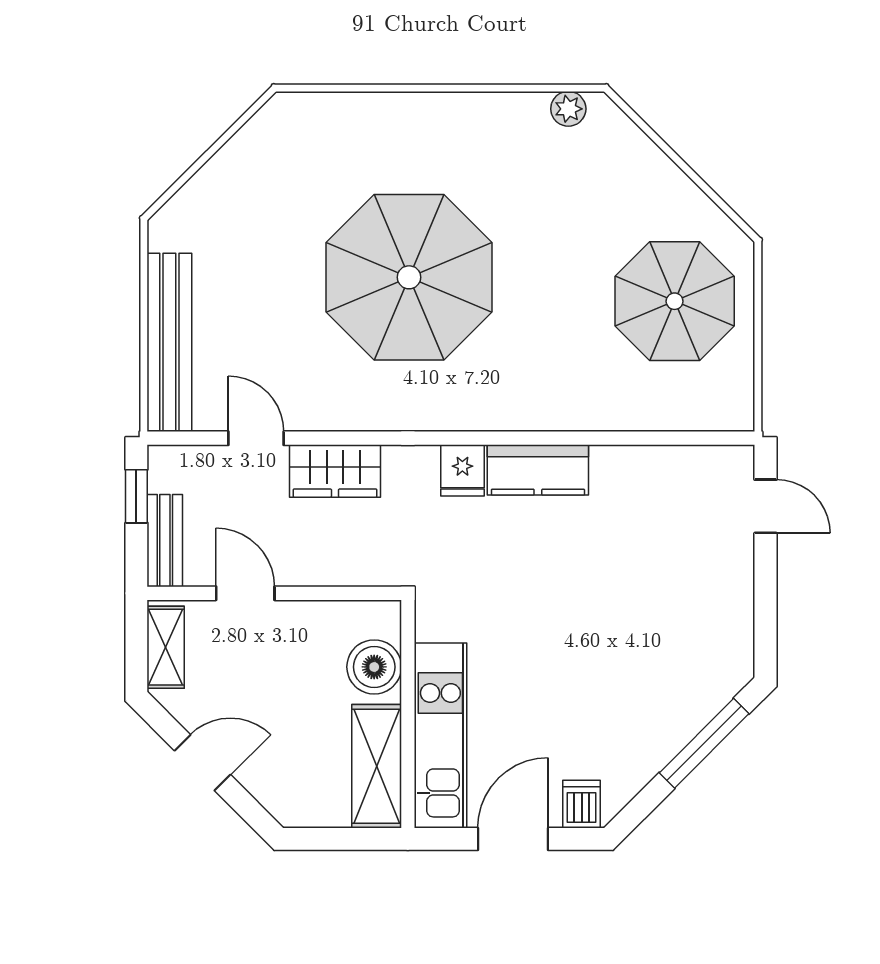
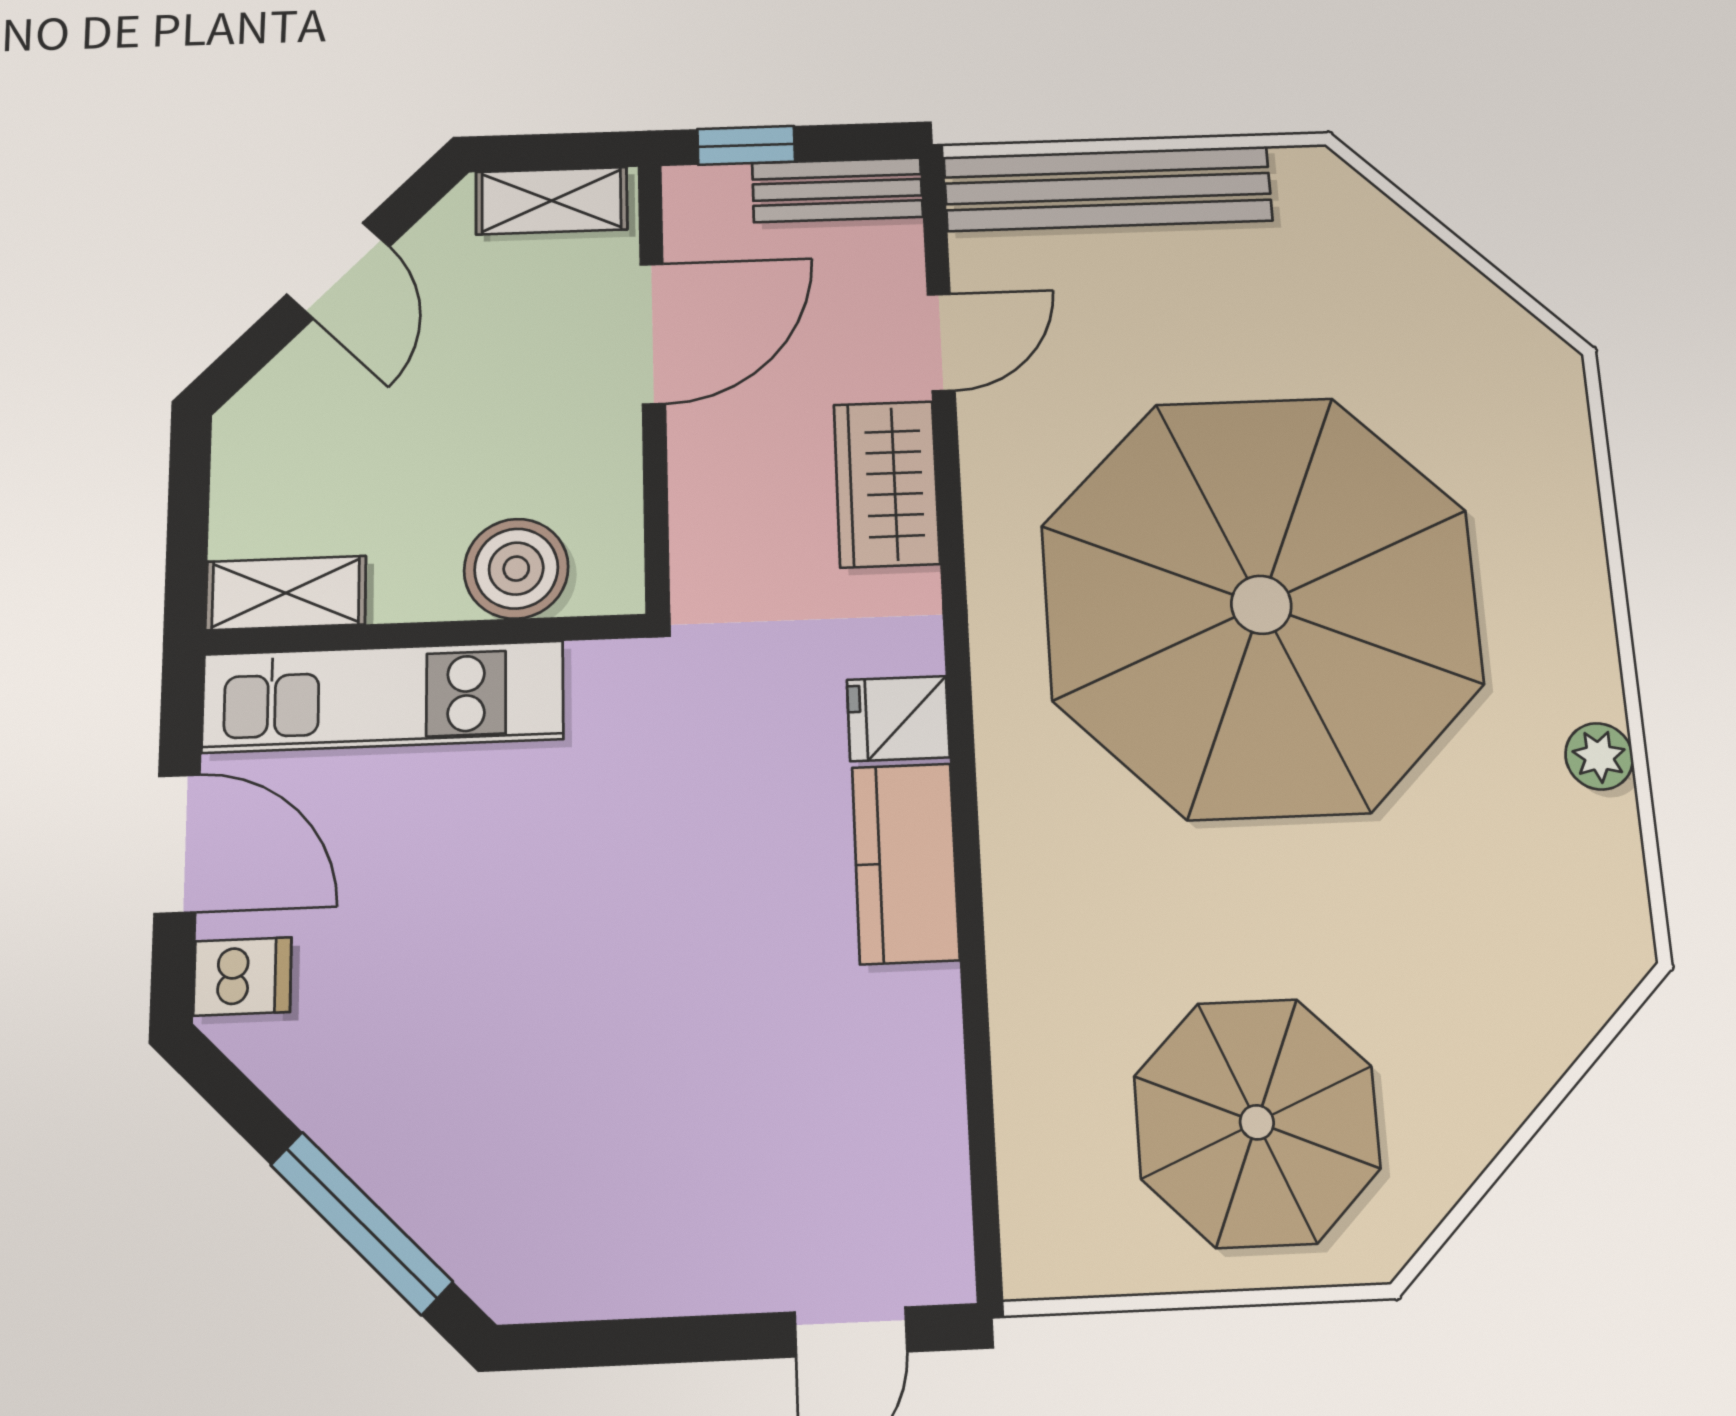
plant: (568, 109) -> (1599, 756), moved
parasol: (409, 277) -> (1261, 605), width x1.36, depth x1.36
window: (136, 496) -> (746, 145), moved
bench: (165, 541) -> (837, 190), moved
door: (245, 593) -> (653, 334), width x1.38
shelving: (377, 766) -> (286, 593), width x0.67, depth x0.75

